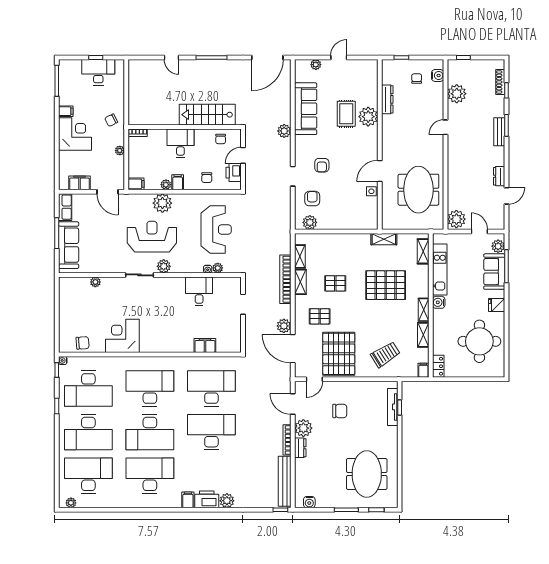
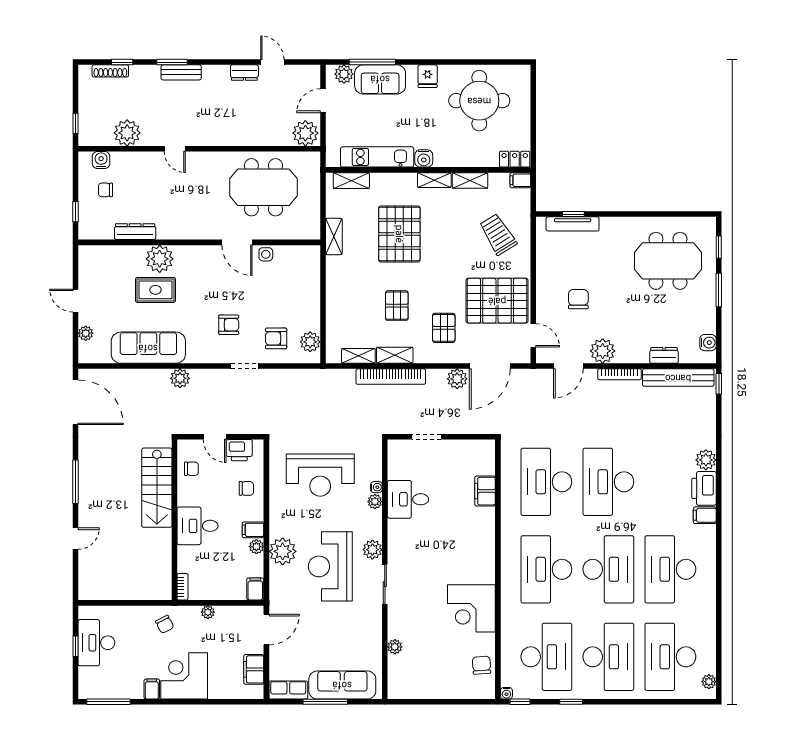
reception desk: (216, 229) -> (320, 475), turned 180
plant: (218, 268) -> (375, 502), moved
dresser: (300, 448) -> (664, 355), moved

